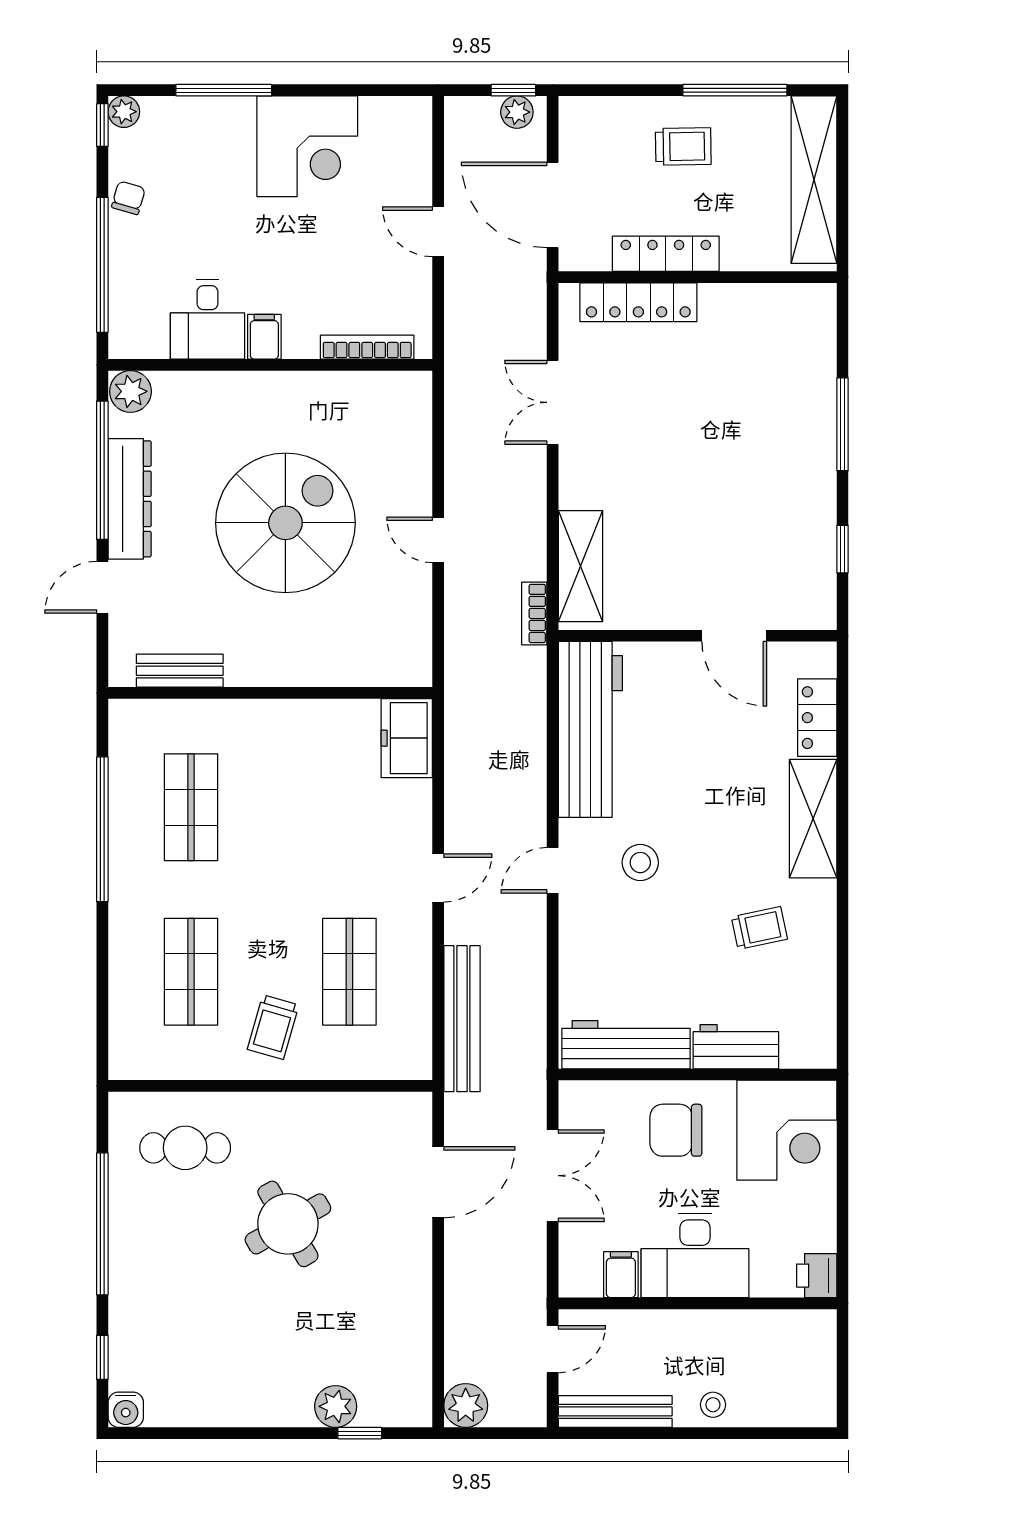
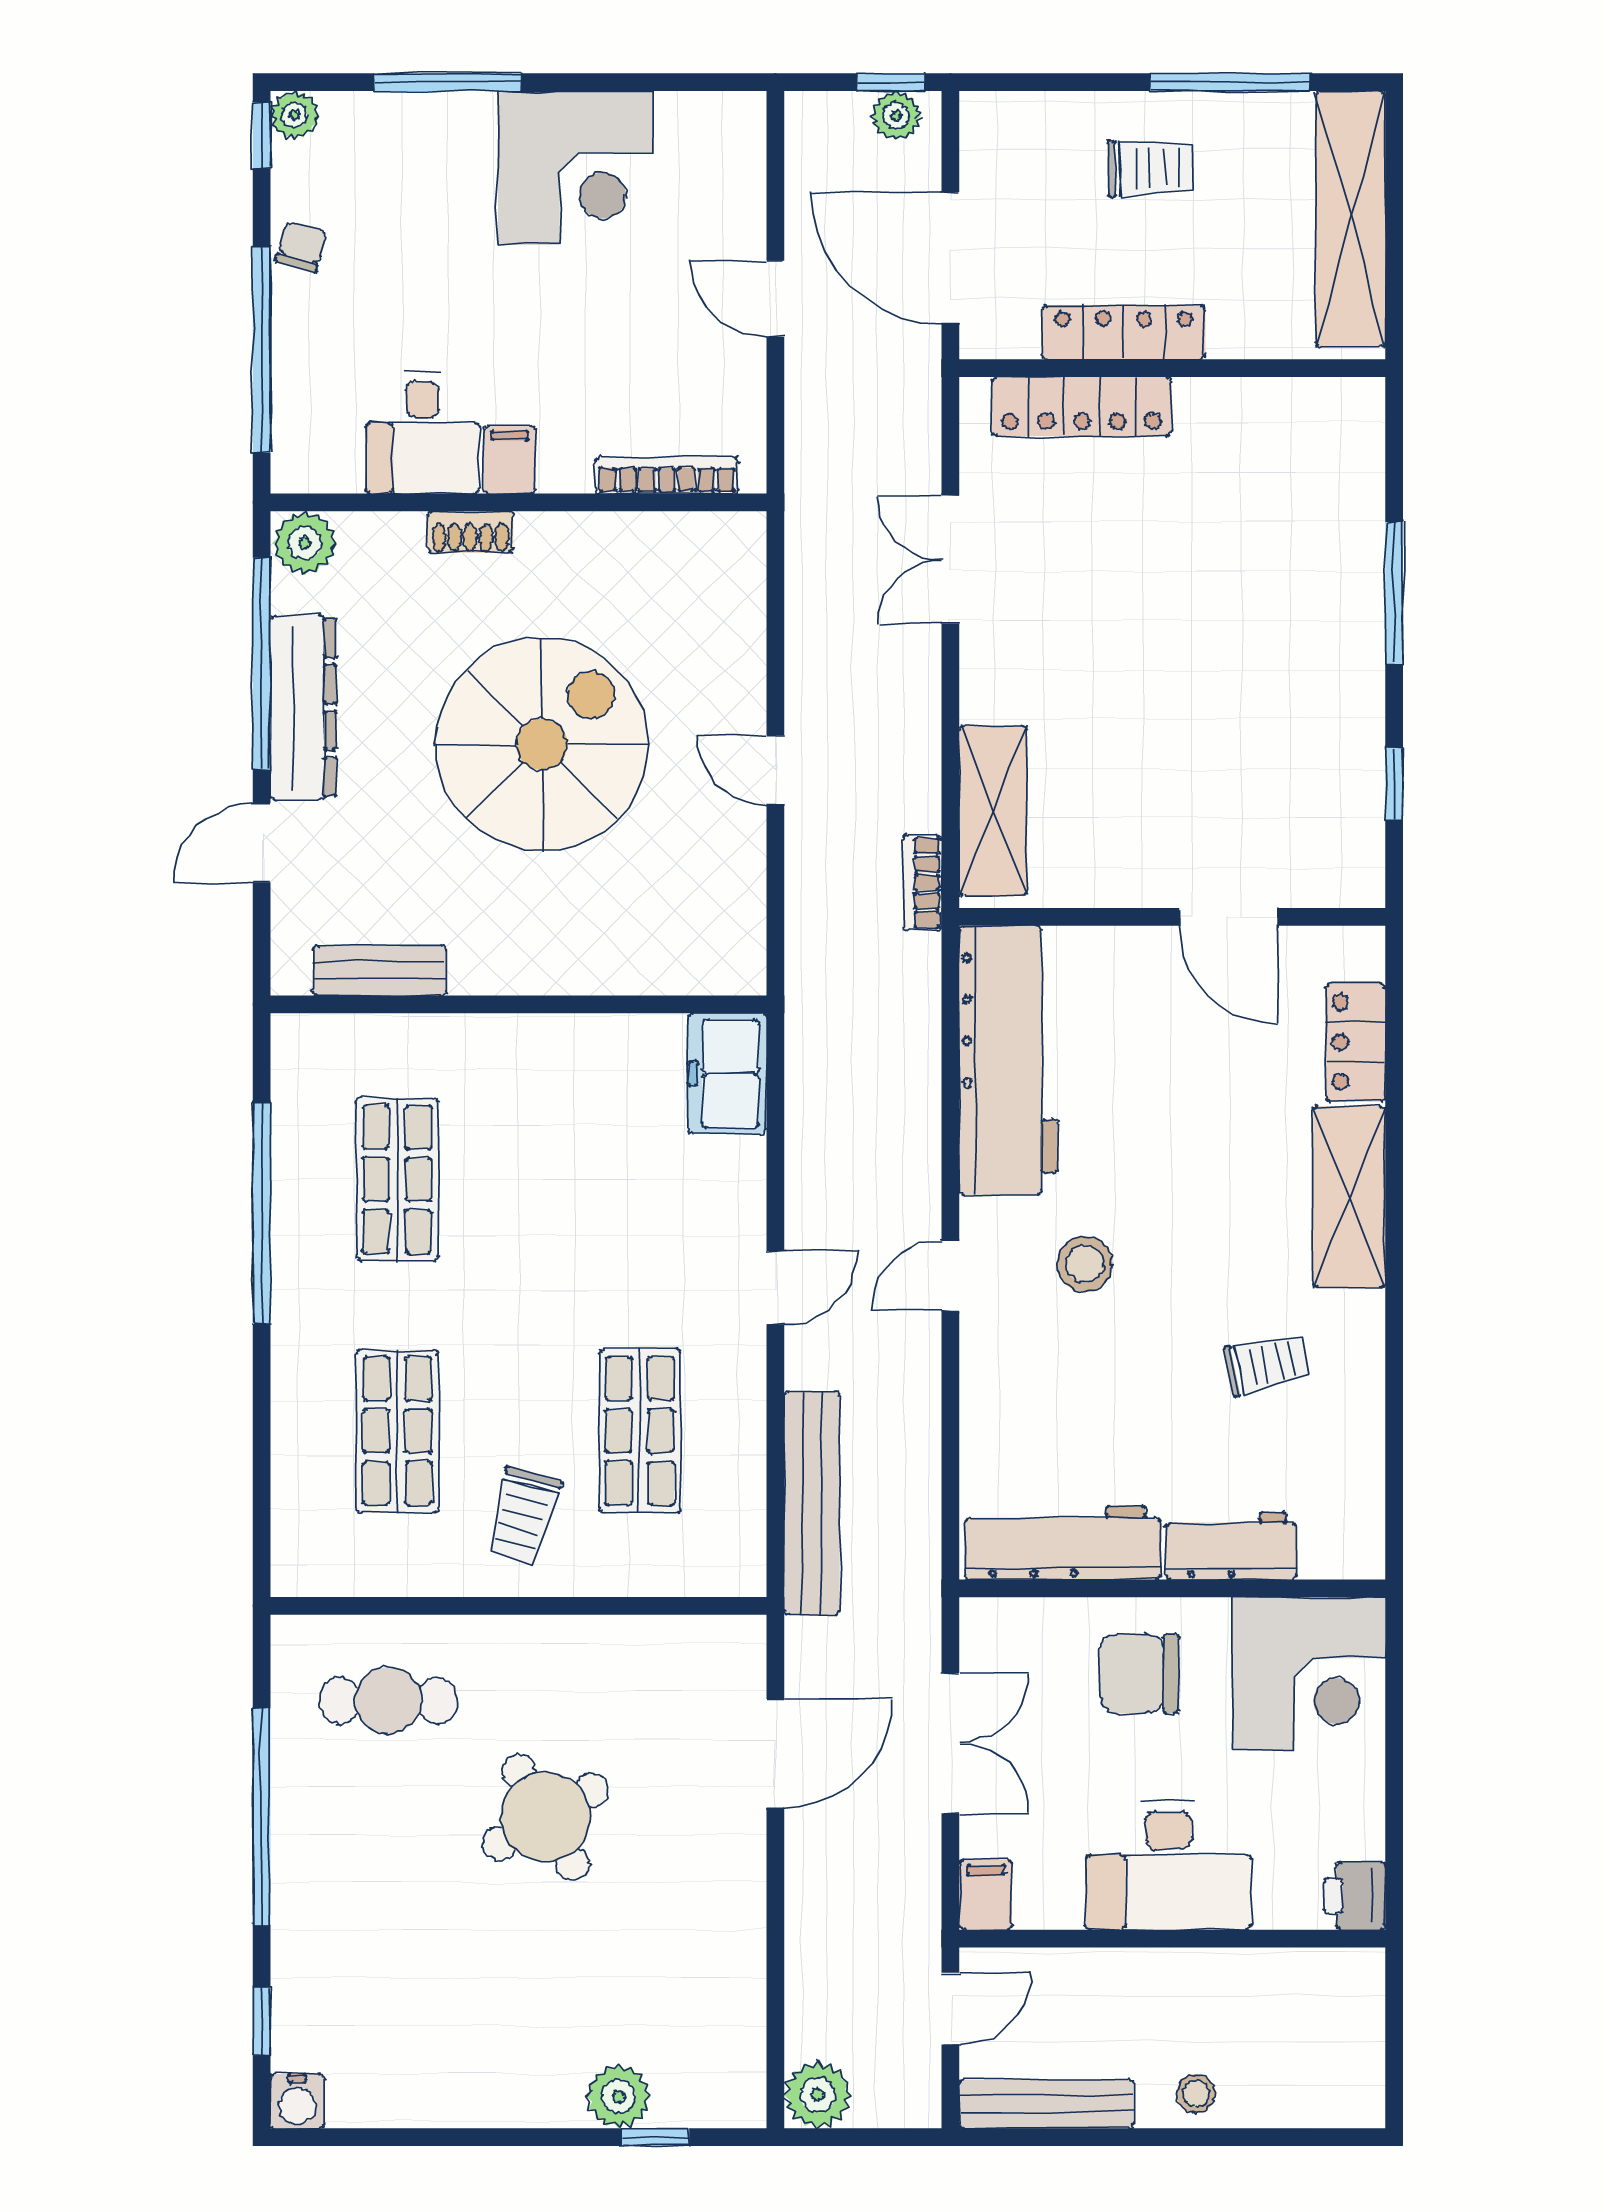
shoe rack: (239, 384) -> (470, 532), added
filing cabinet: (621, 1275) -> (986, 1895), moved

